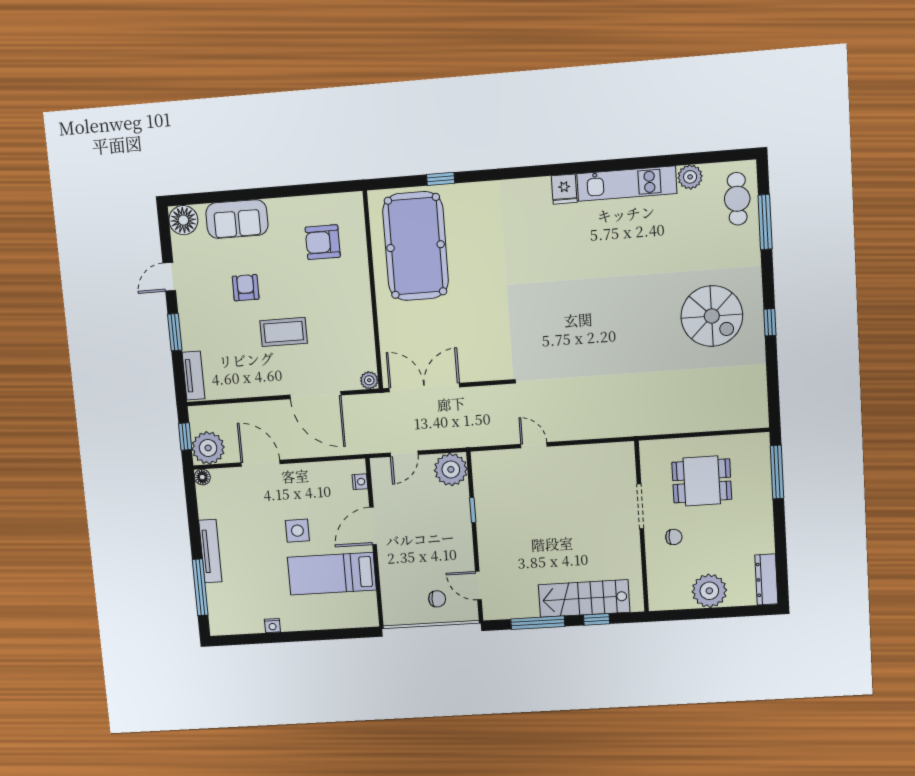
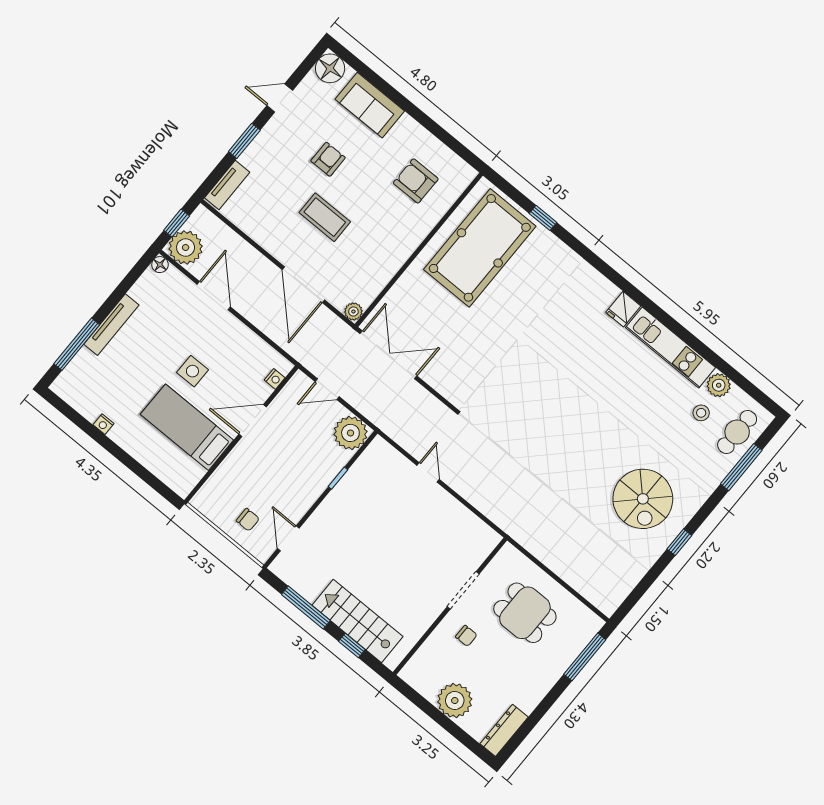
stool: (696, 210) -> (701, 413), added

